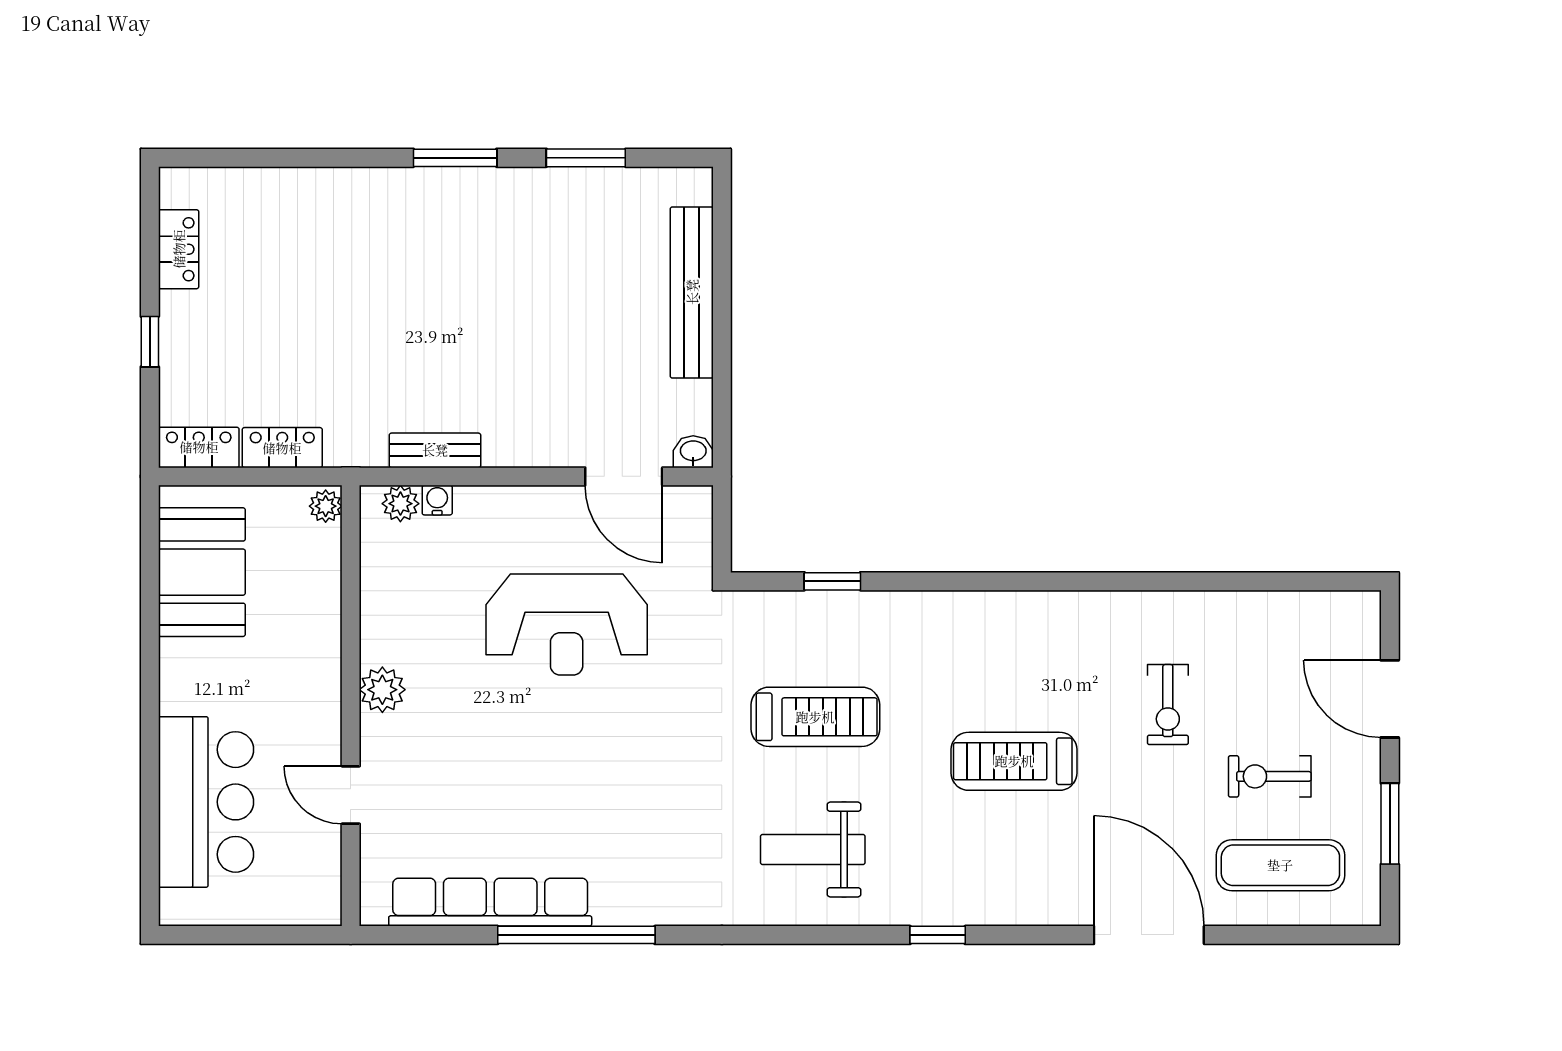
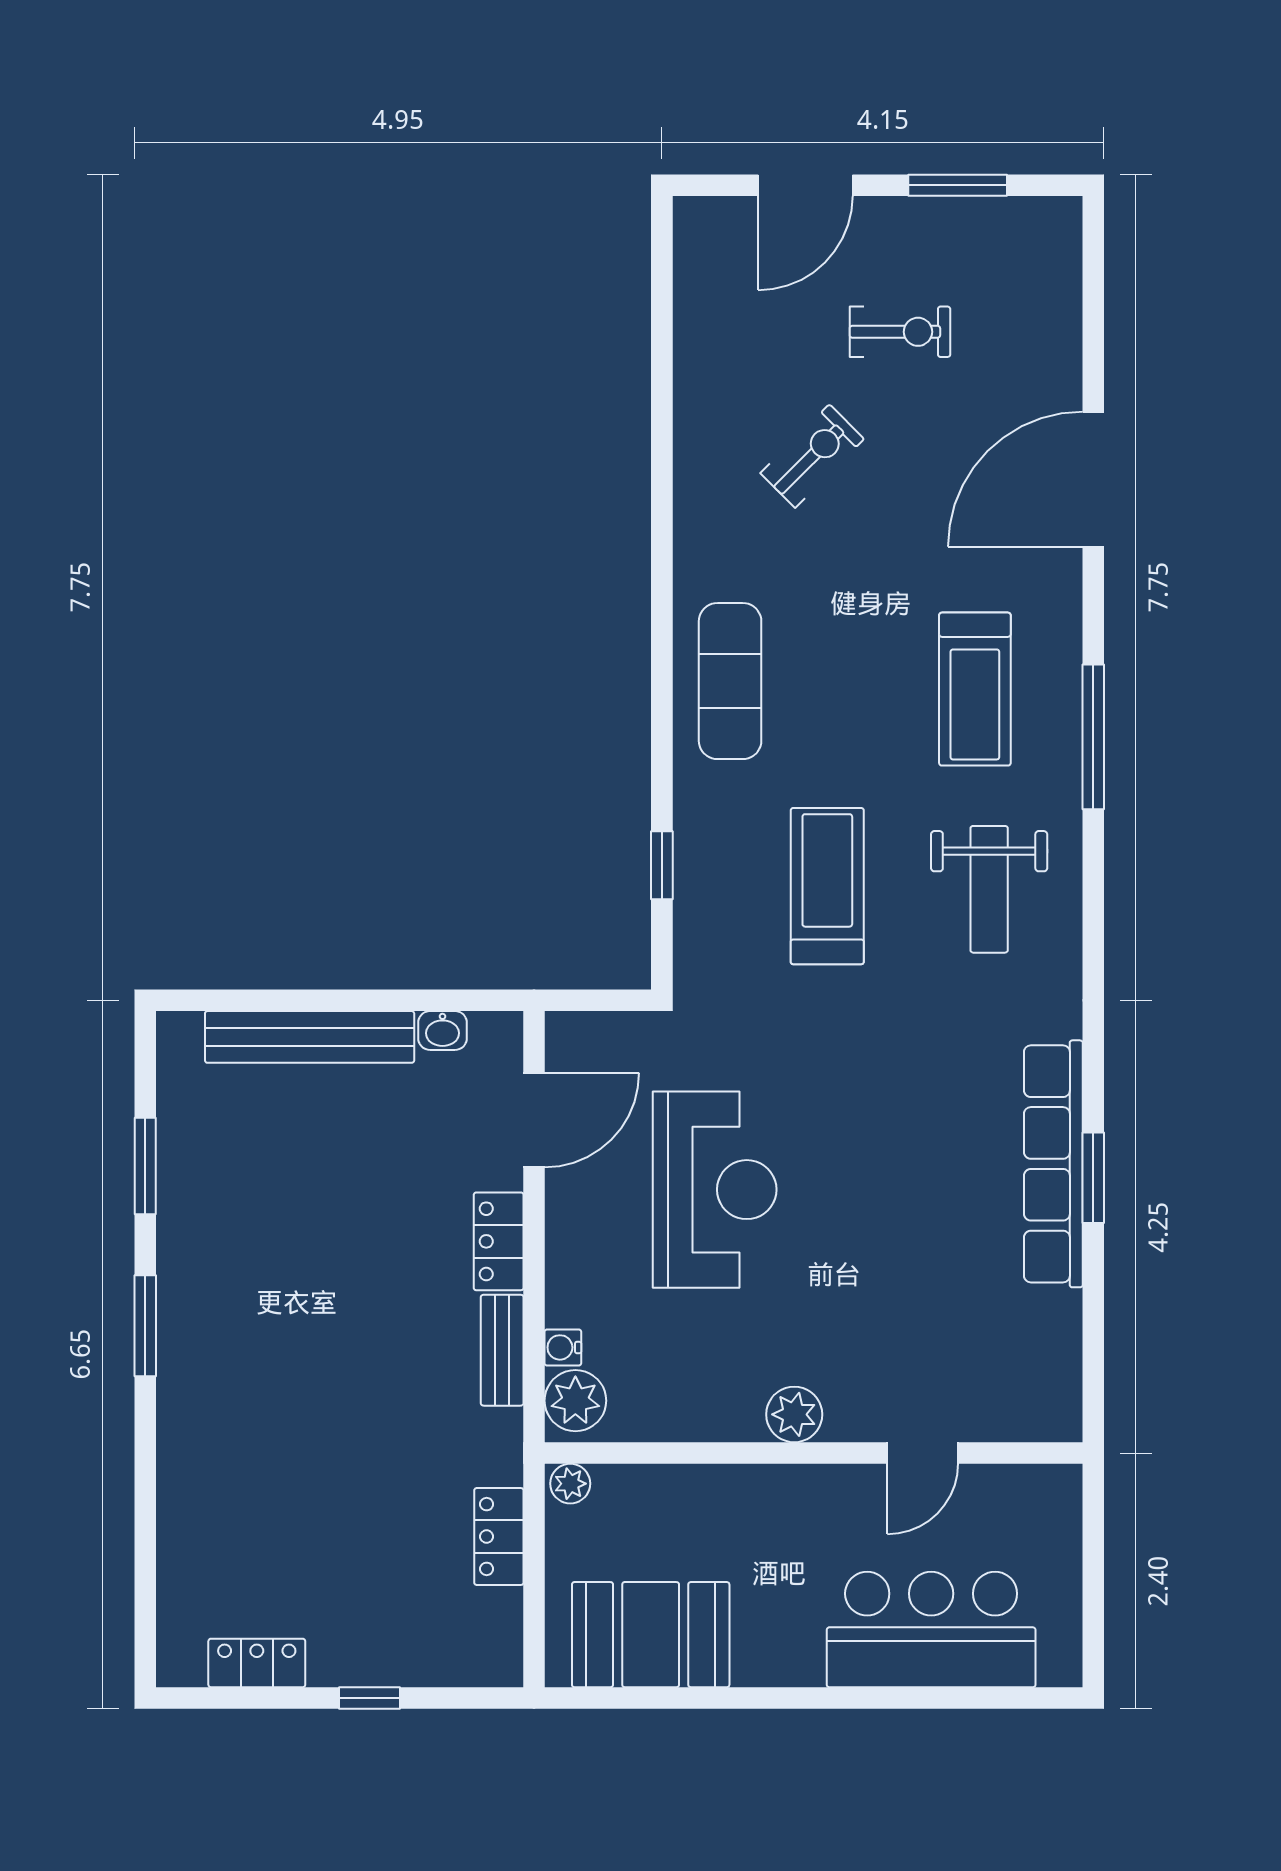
locker: (199, 447) -> (499, 1241), moved
washbasin: (693, 452) -> (443, 1030), moved, turned -90
plant: (400, 504) -> (575, 1401), width x1.38, depth x1.38
exercise bike: (1168, 705) -> (812, 456), turned -45
treadmill: (1014, 761) -> (975, 689), moved
exercise bike: (1270, 776) -> (900, 332), turned -90
exercise mat: (1280, 865) -> (730, 681), moved
row of seats: (490, 902) -> (1053, 1164), moved
window: (576, 935) -> (1093, 1178), width x0.47
window: (938, 935) -> (1093, 737), width x2.17

